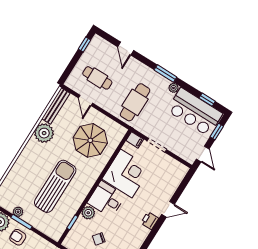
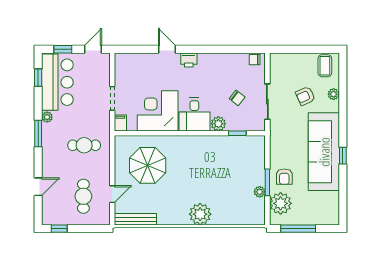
cafe table: (135, 102) -> (84, 145), width x0.73, depth x0.74
plant: (44, 133) -> (200, 214), moved
sun lounger: (55, 186) -> (213, 171), removed

